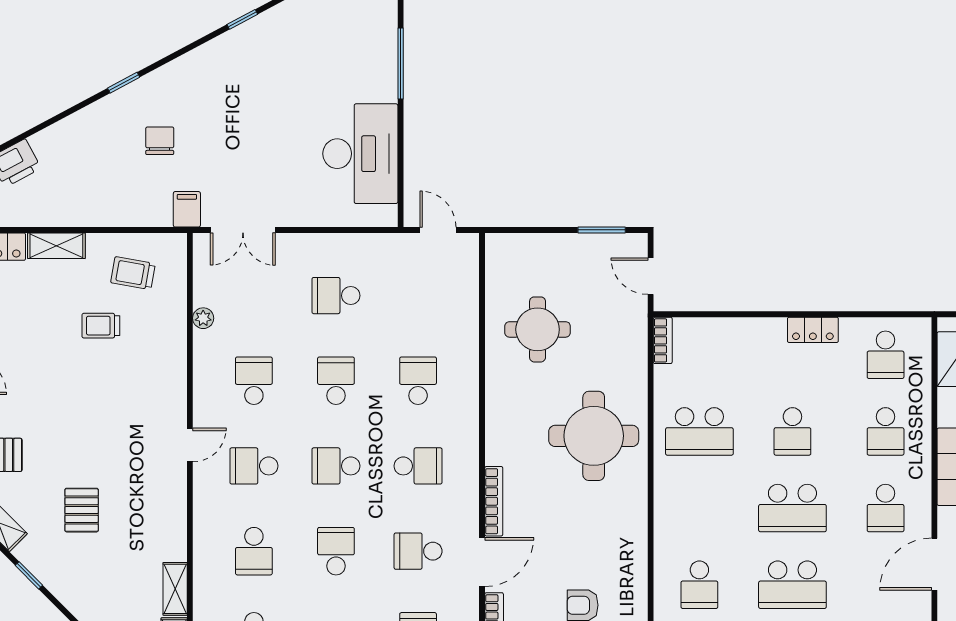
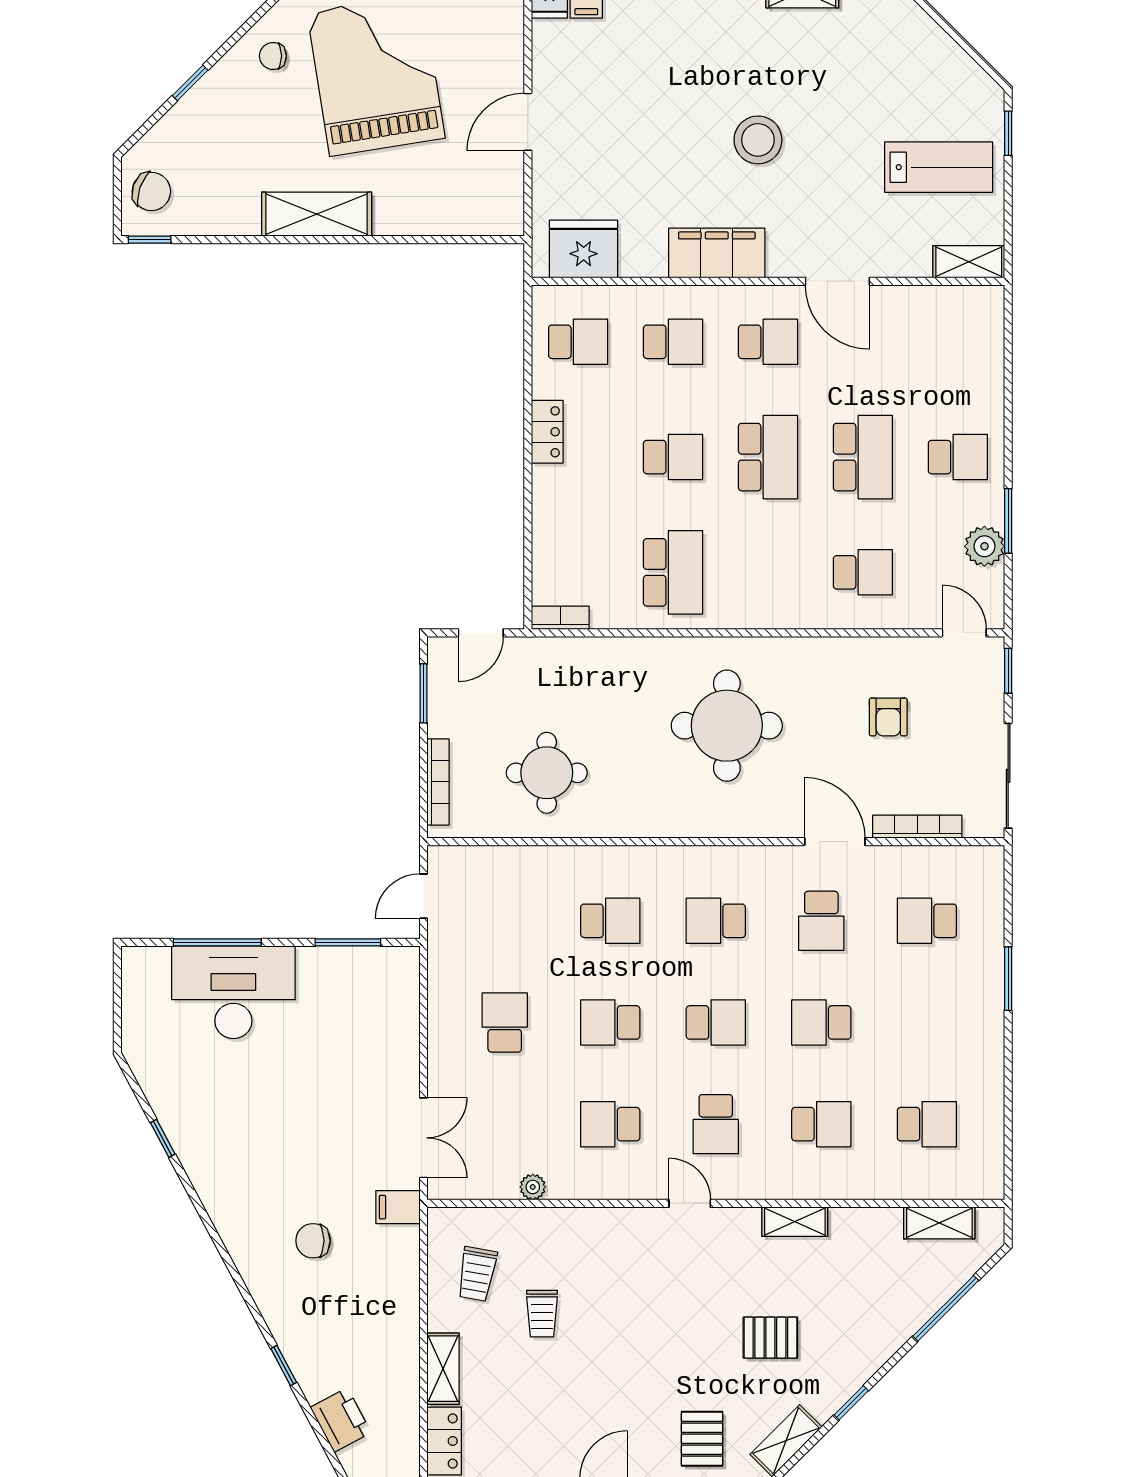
window: (124, 83) -> (284, 1366), moved
desk: (360, 154) -> (233, 992), moved
window: (401, 169) -> (348, 942), added
school desk: (336, 296) -> (505, 1022), turned 180
school desk: (418, 381) -> (610, 921), turned 180
round table: (594, 436) -> (727, 726), moved
school desk: (336, 466) -> (716, 1022), turned -90
school desk: (418, 466) -> (716, 921), turned -90
bookcase: (494, 501) -> (438, 782), moved, turned 90
shelving: (175, 589) -> (795, 1222), moved

